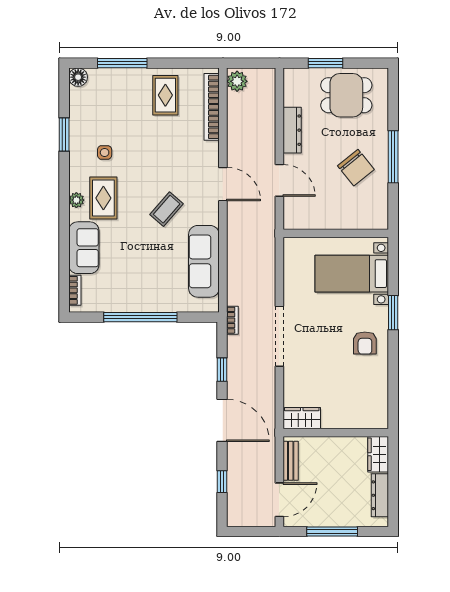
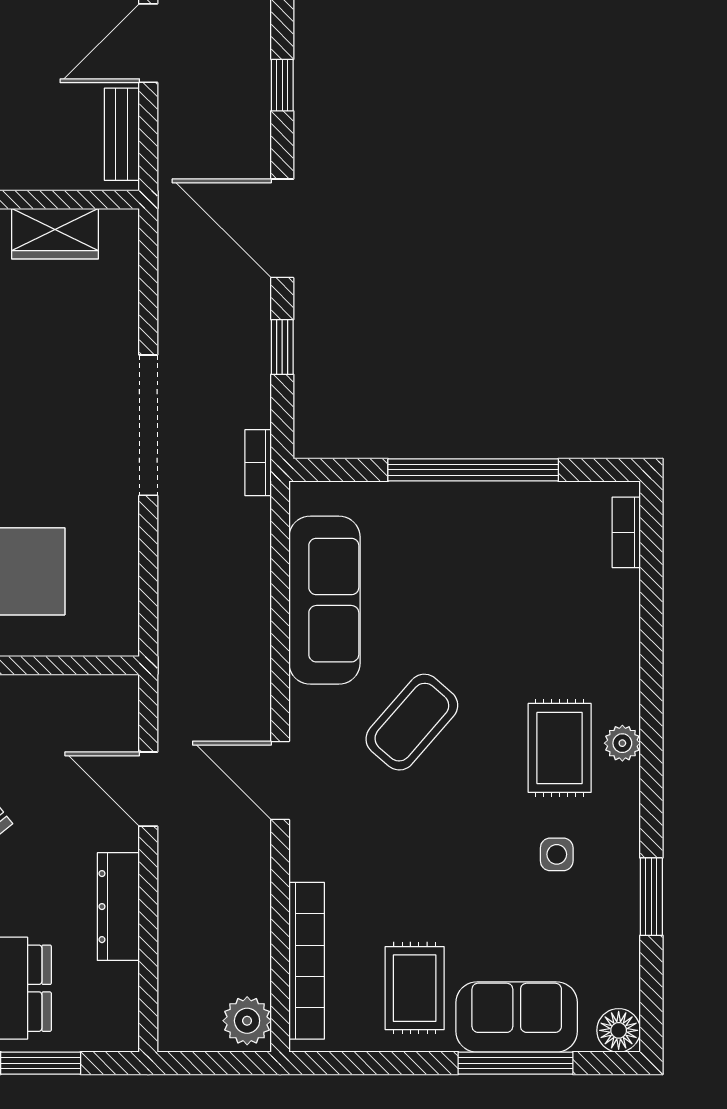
coffee table: (167, 209) -> (412, 722), width x1.36, depth x1.30
sofa: (84, 248) -> (517, 1017), moved, turned 90
wardrobe: (302, 418) -> (55, 234), moved

